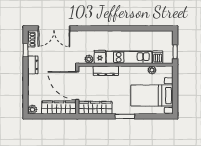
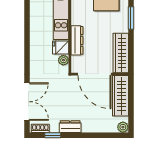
door: (77, 86) -> (95, 74), hinge flipped

